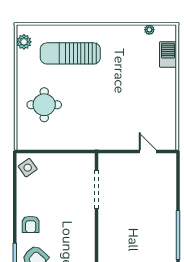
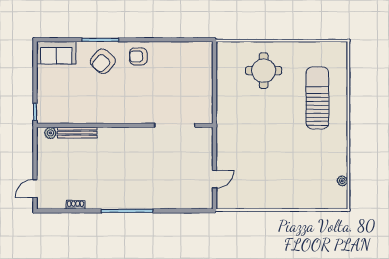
plant: (24, 42) -> (330, 49), removed
barbecue: (168, 54) -> (316, 200), removed
side table: (28, 168) -> (198, 53), removed

